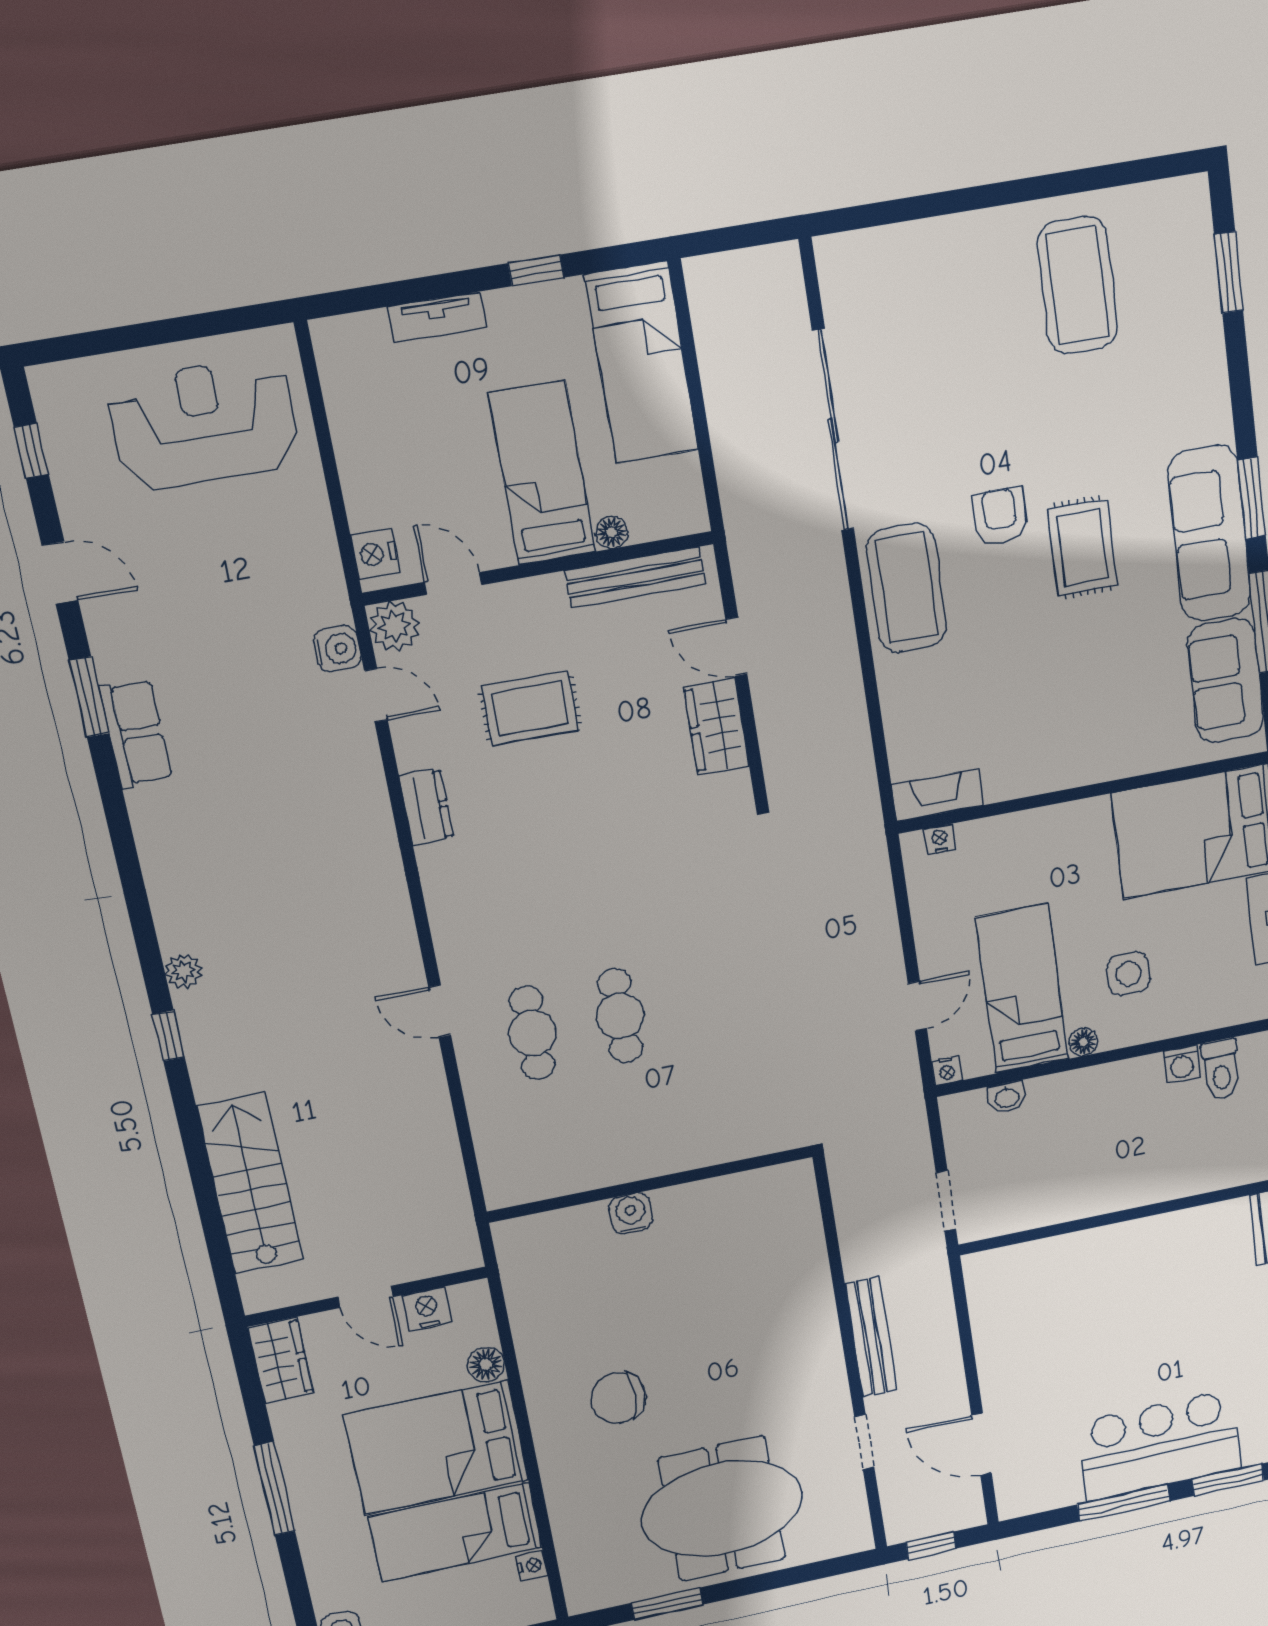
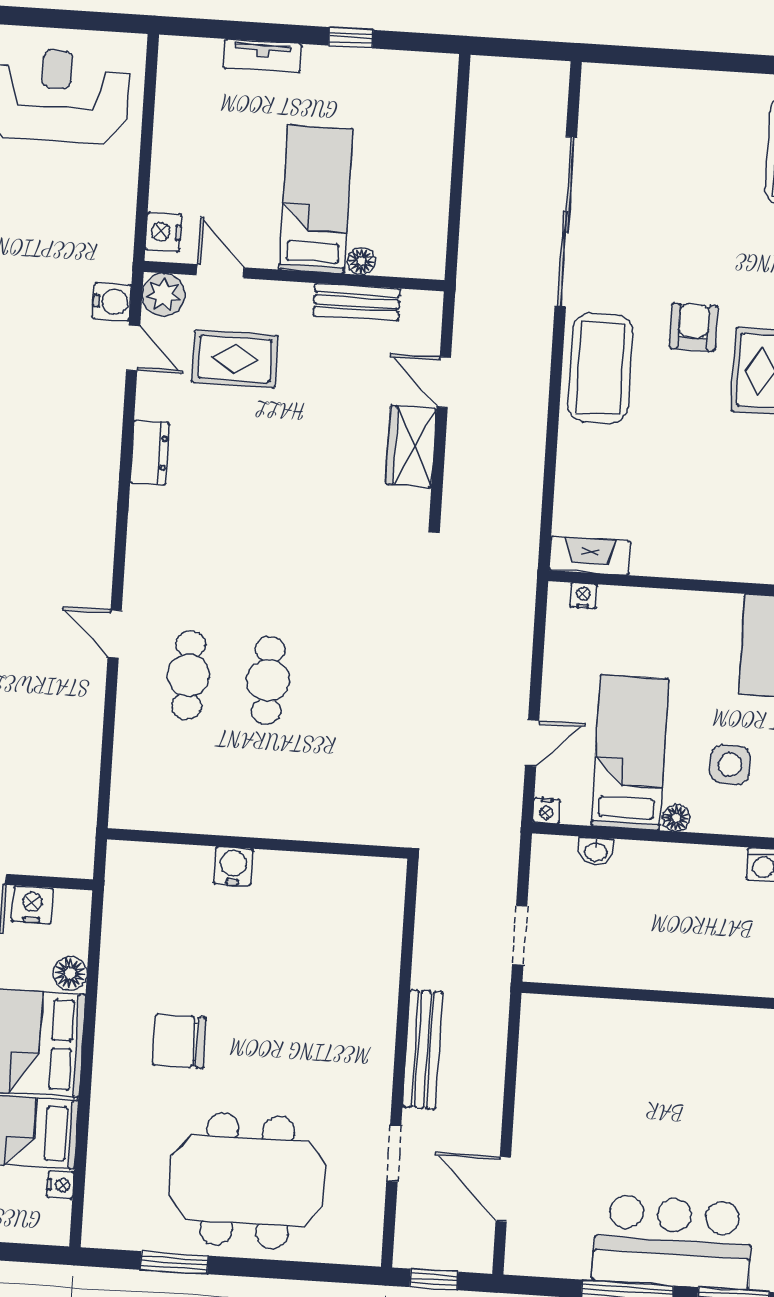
bed: (642, 363) -> (419, 130), removed
bench: (635, 577) -> (357, 302), width x0.73
rug: (530, 708) -> (235, 359), moved

